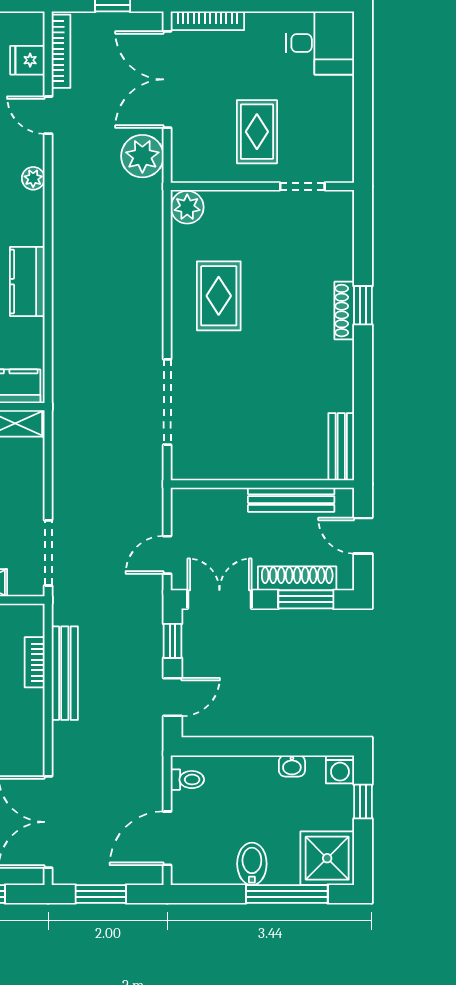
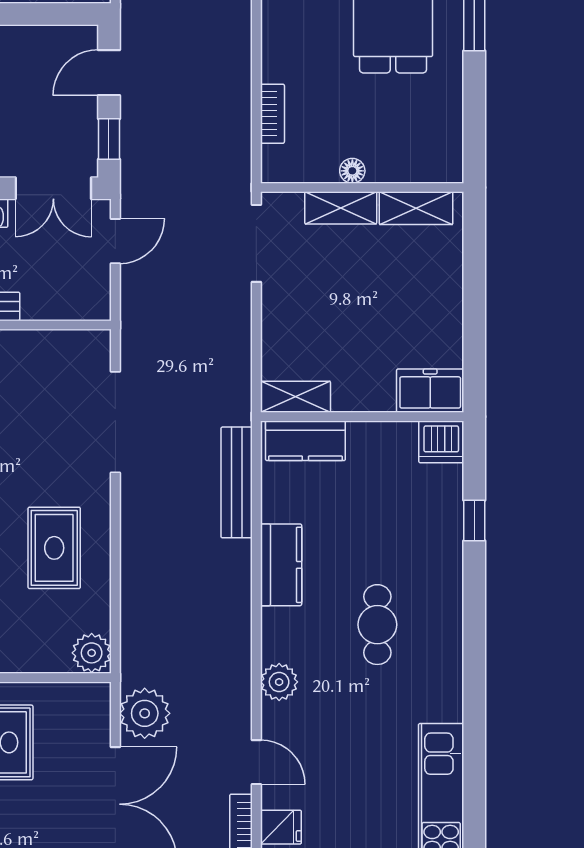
plant: (33, 178) -> (279, 682), width x1.38, depth x1.38
bench: (65, 673) -> (237, 482), moved

